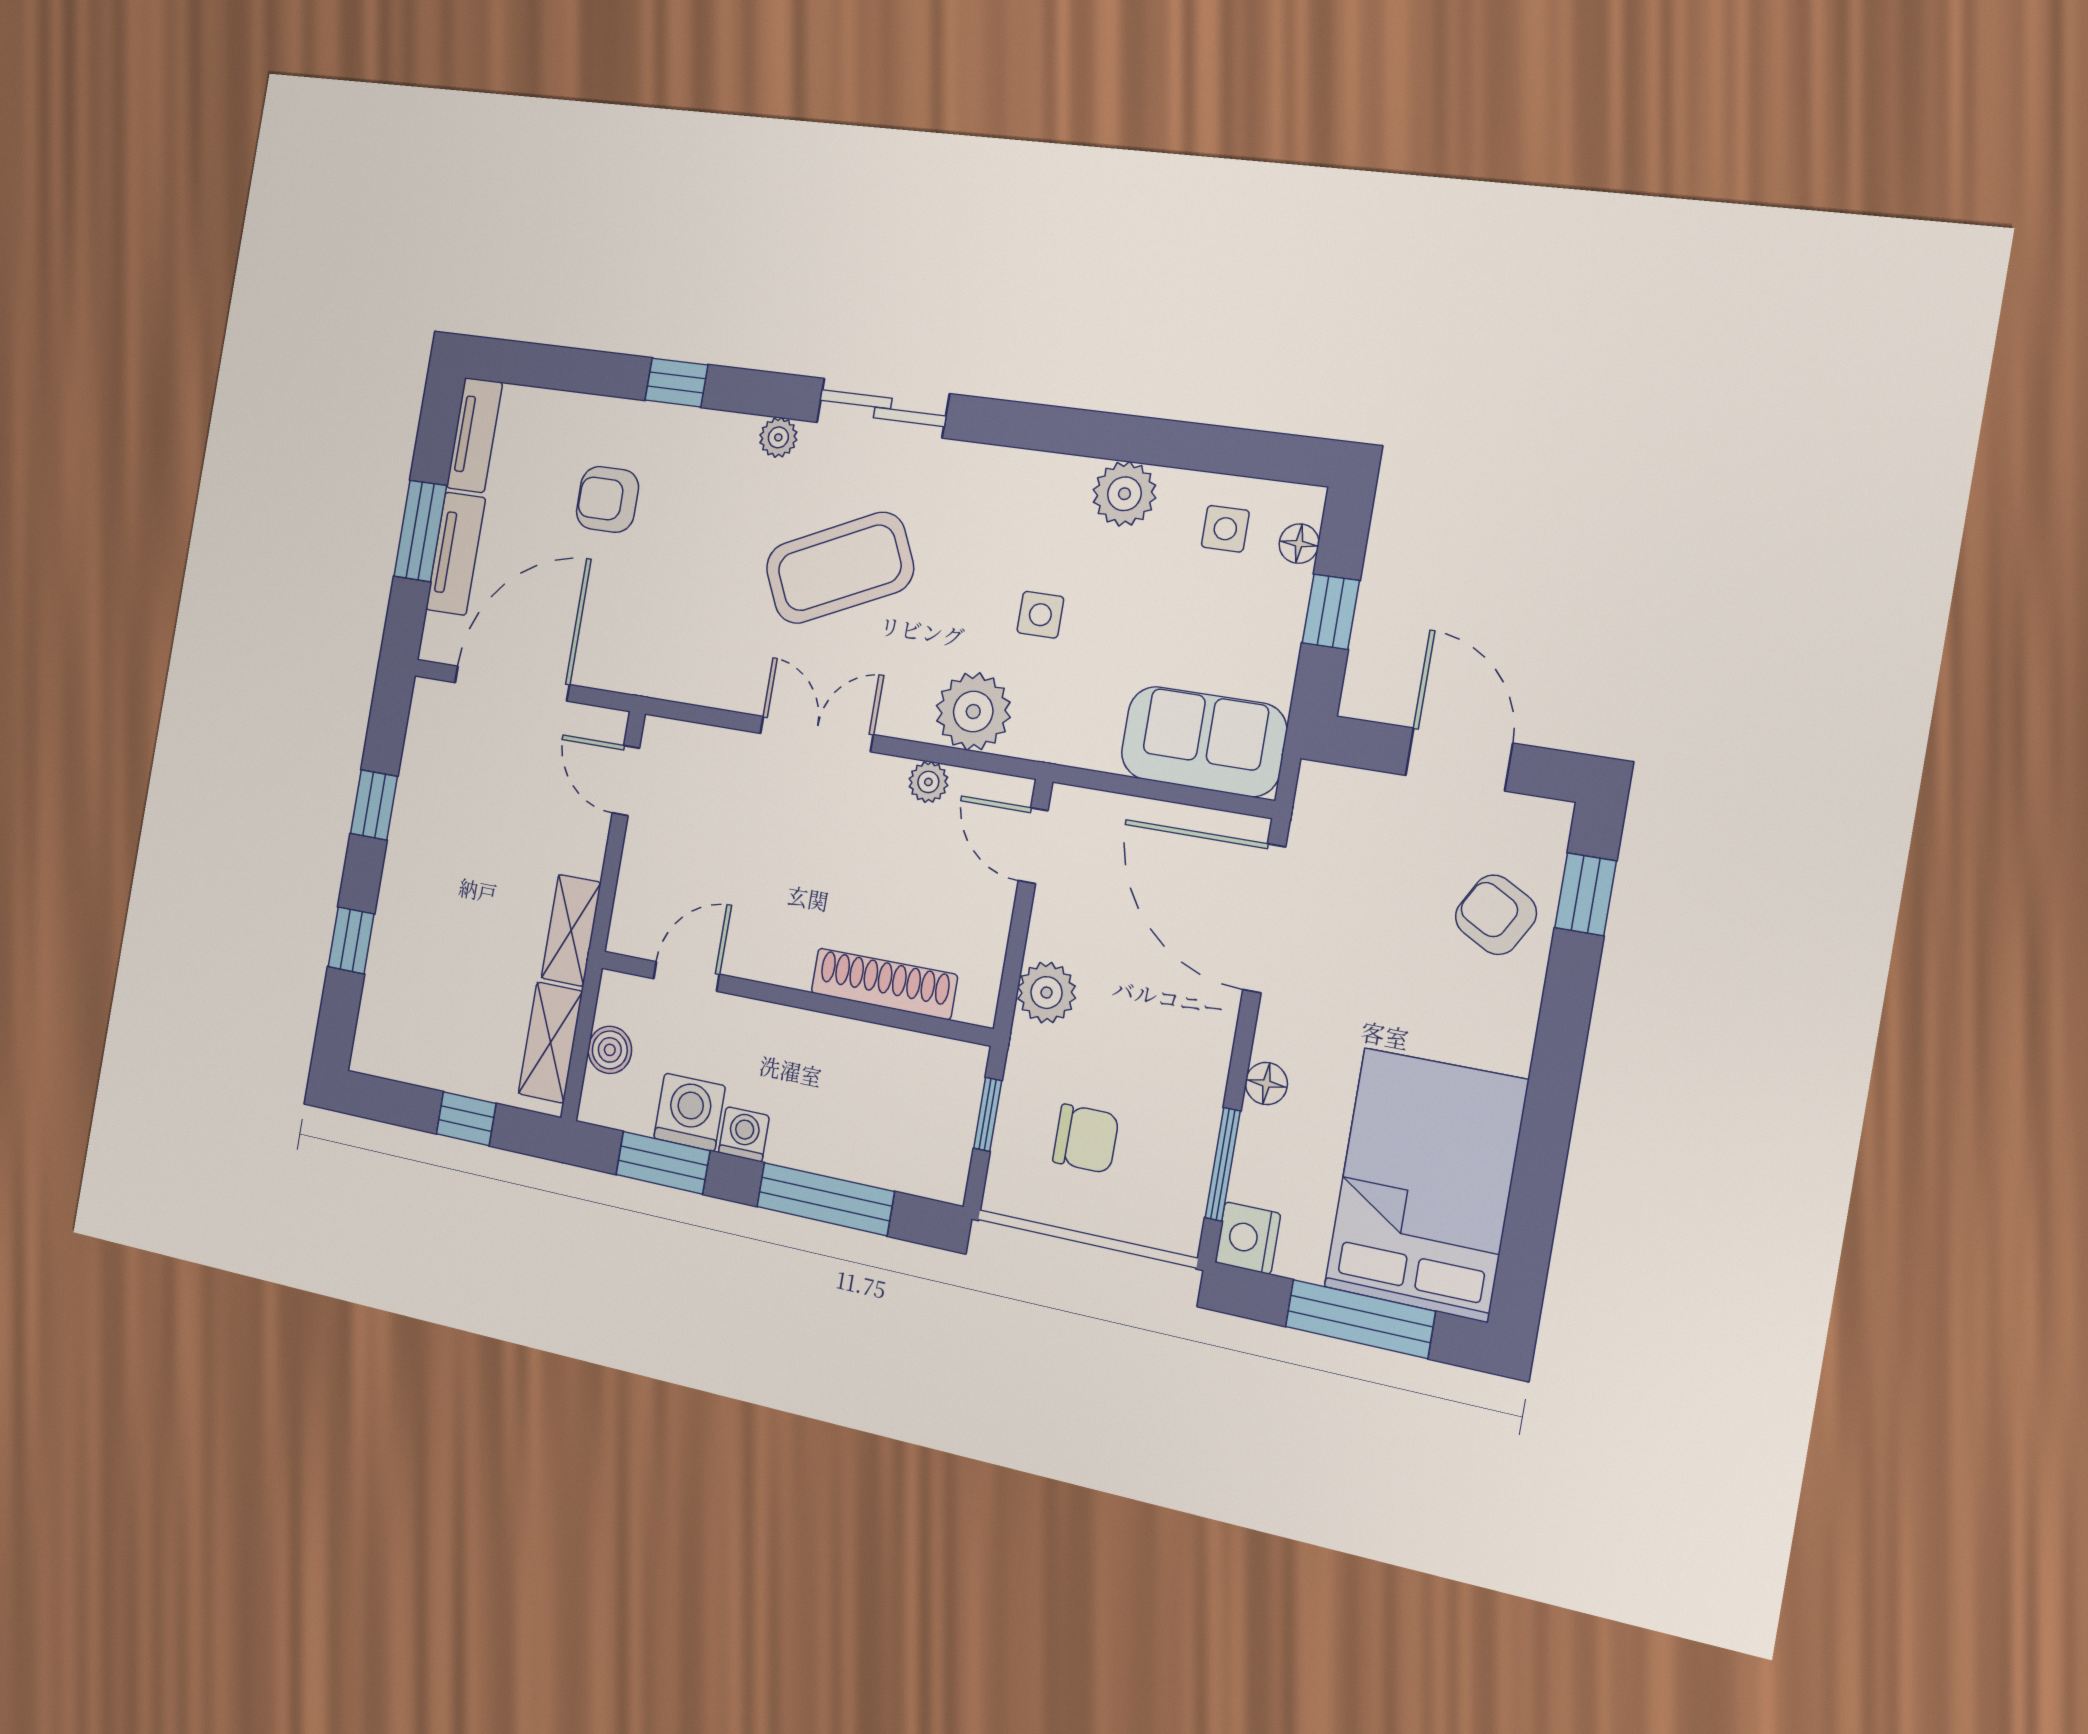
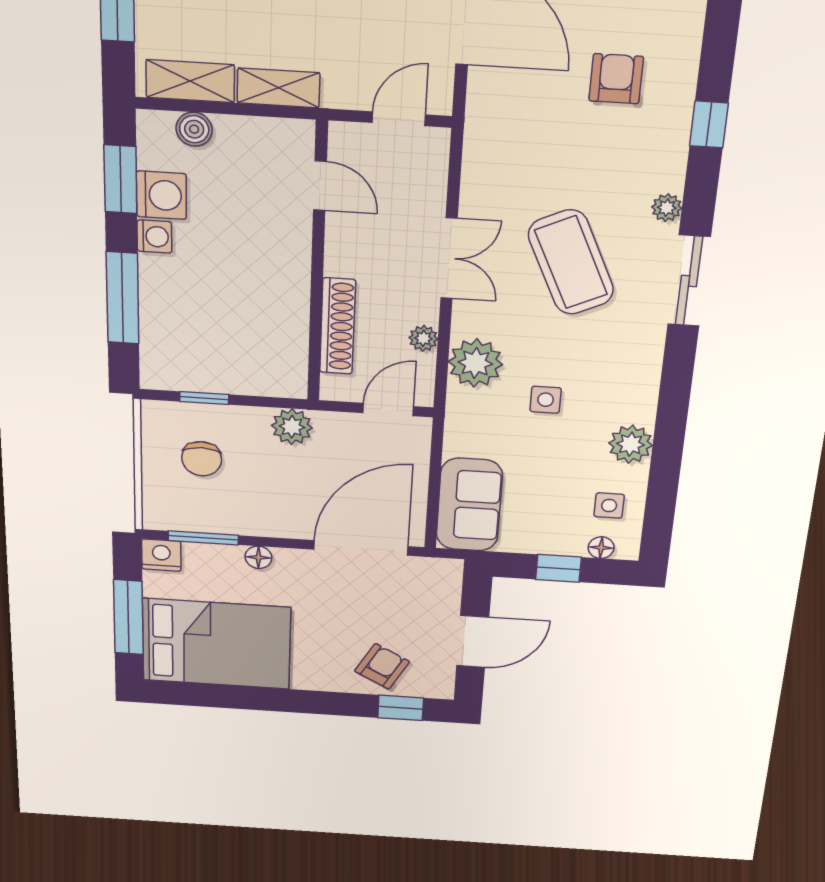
door: (686, 976) -> (320, 186), moved
shoe rack: (884, 984) -> (338, 326), moved
wall: (793, 998) -> (317, 265), moved

